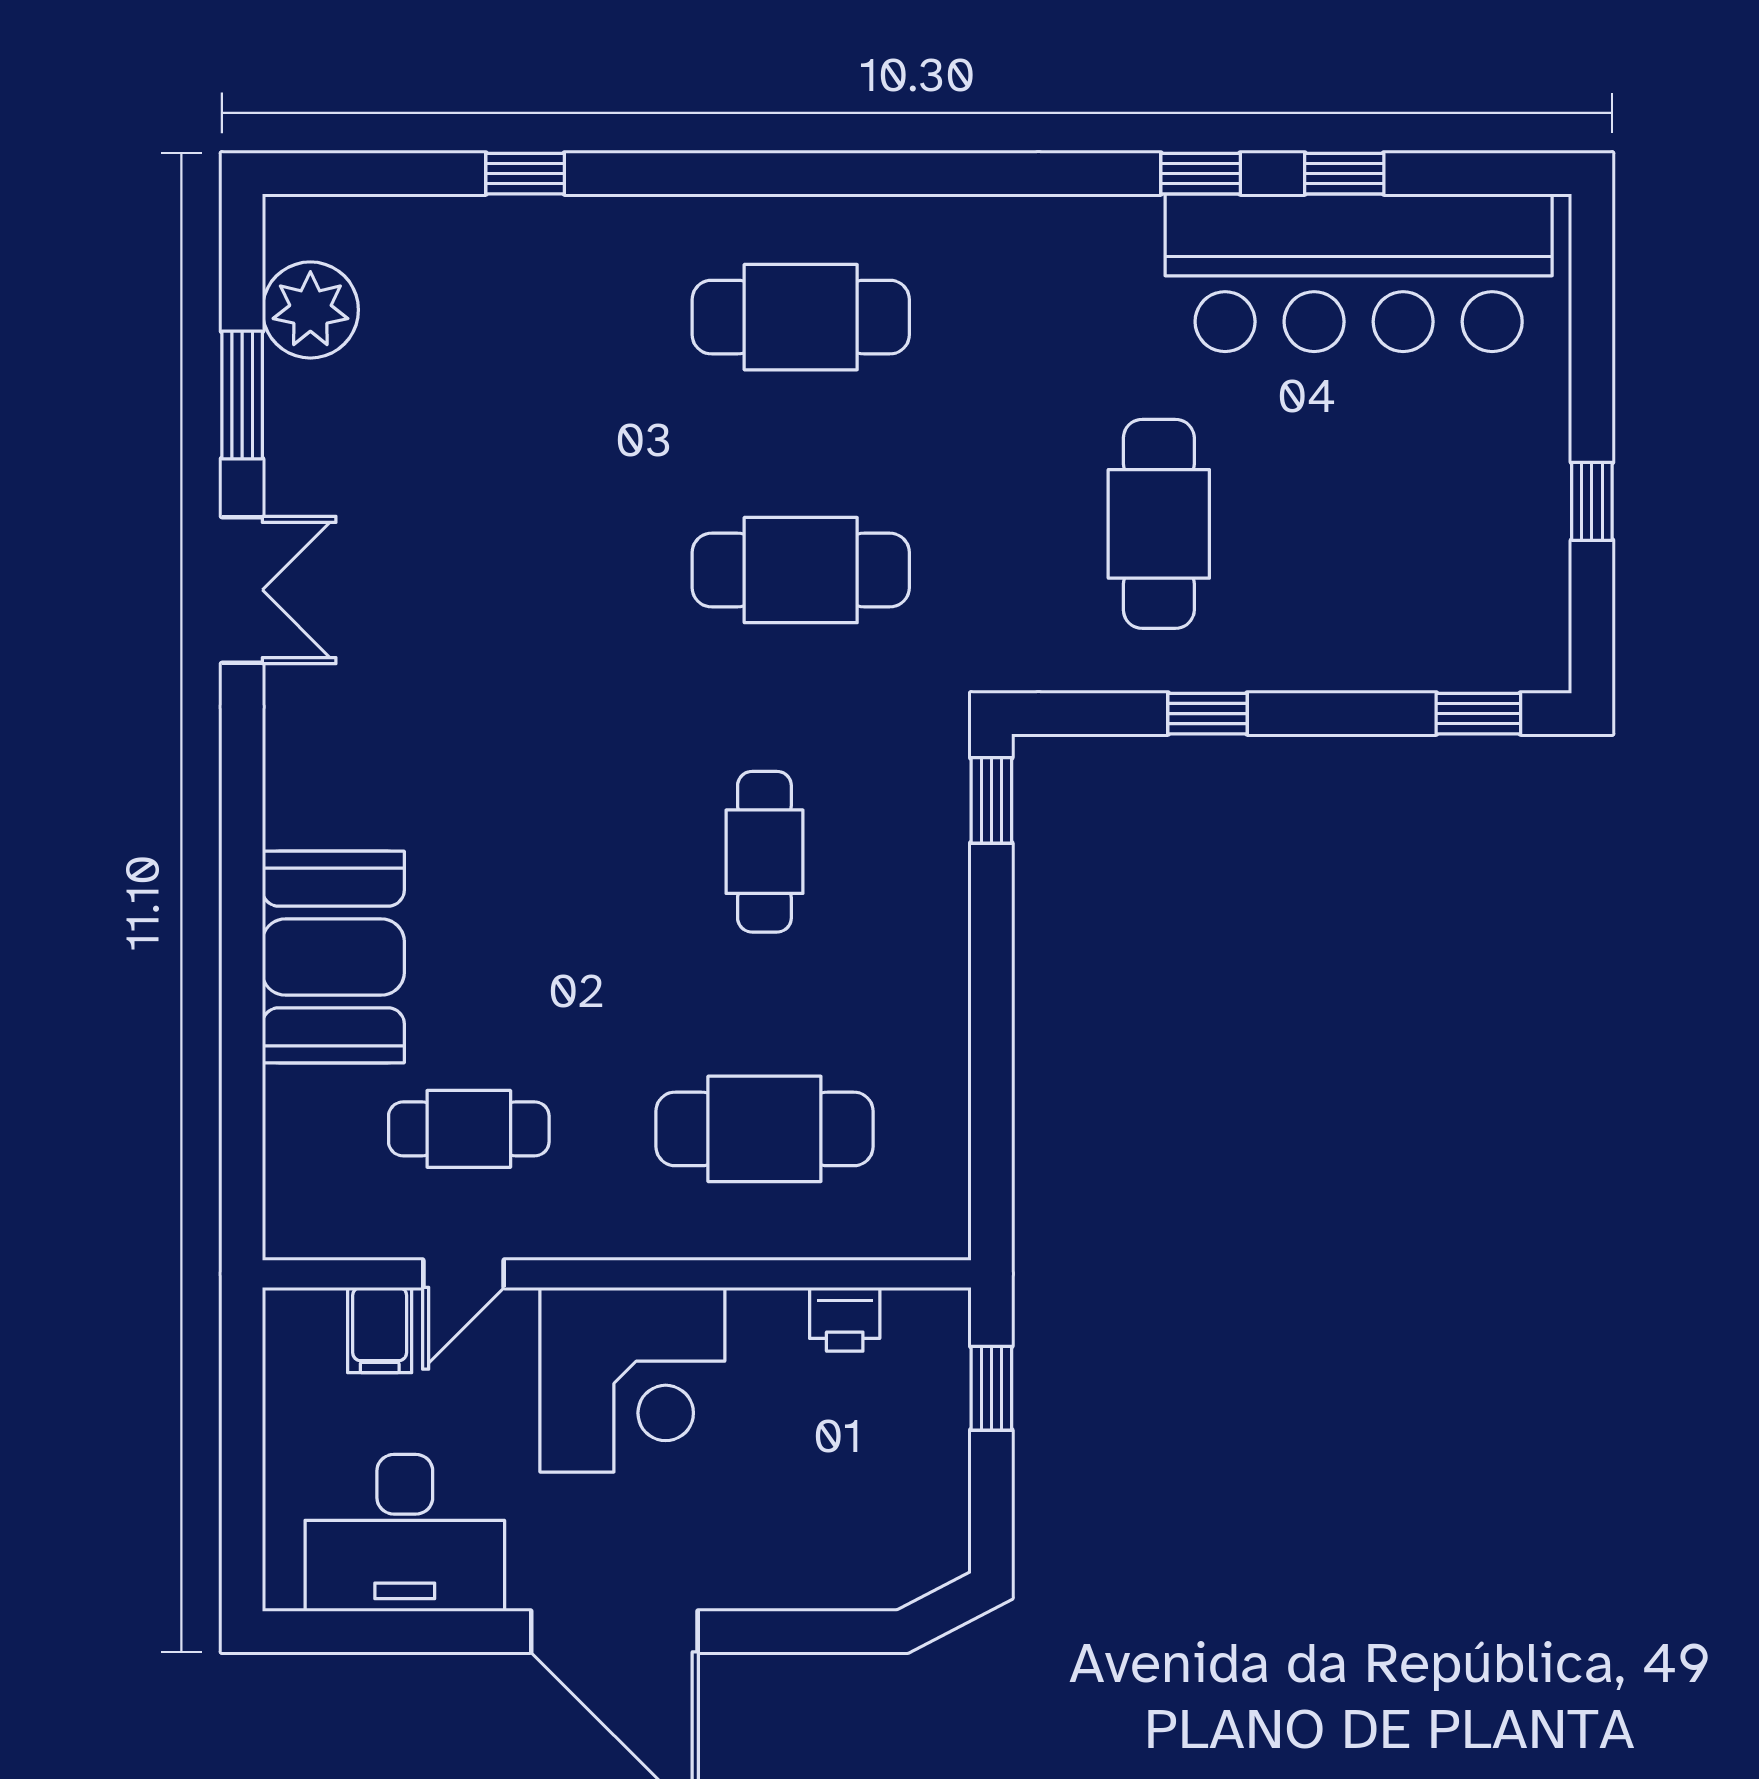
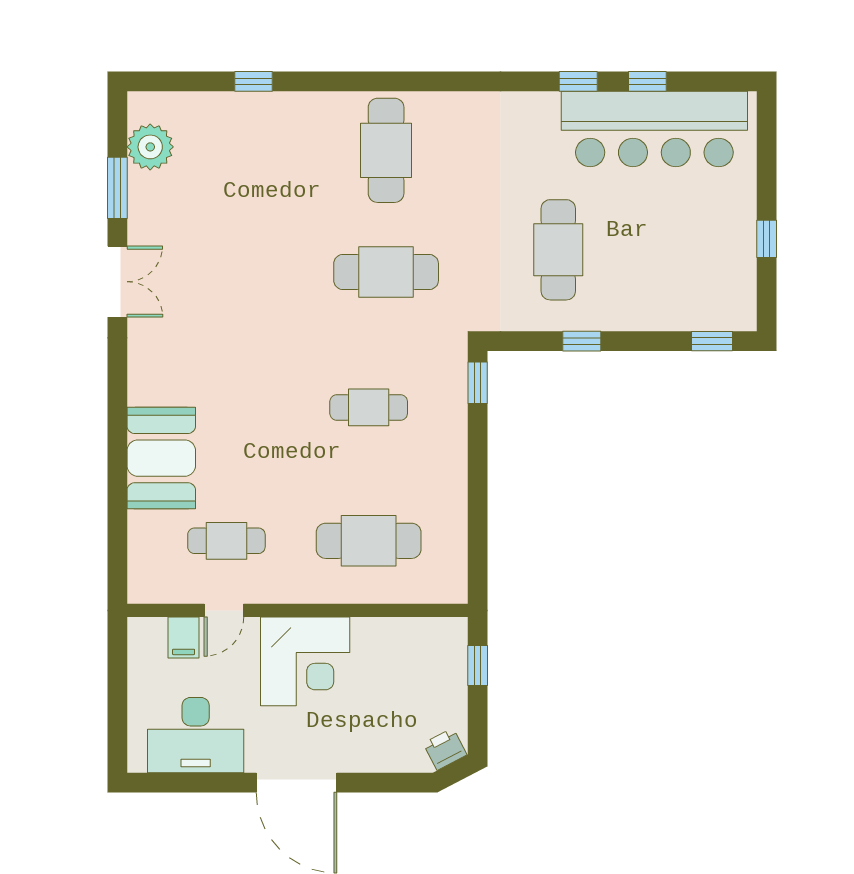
cafe table: (801, 317) -> (386, 150), turned 90
cafe table: (764, 852) -> (369, 407), turned 90
printer: (845, 1319) -> (445, 749), moved, turned 153

